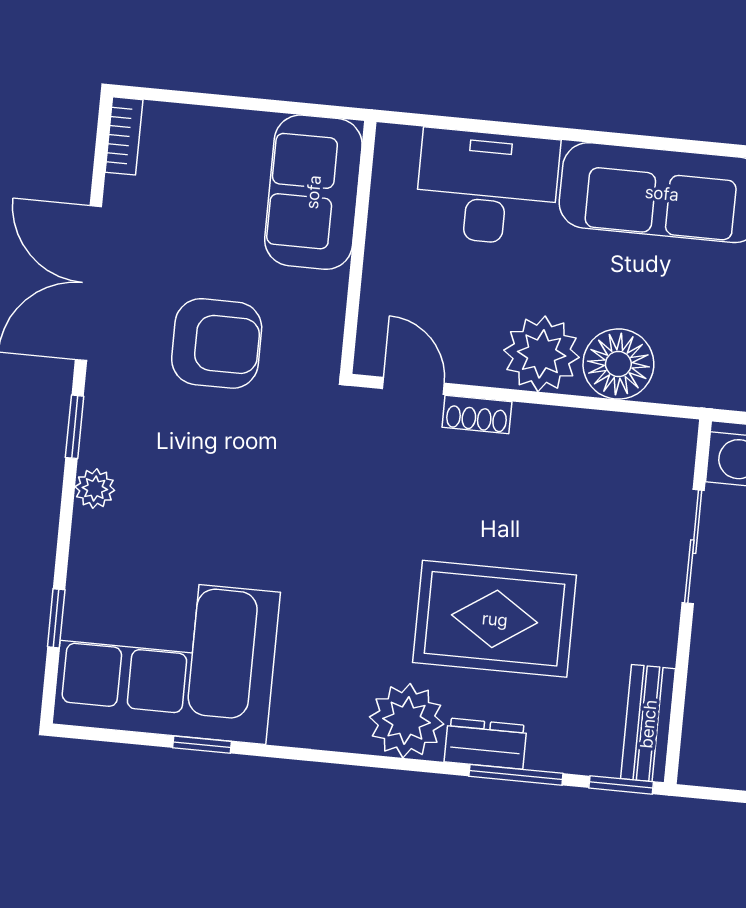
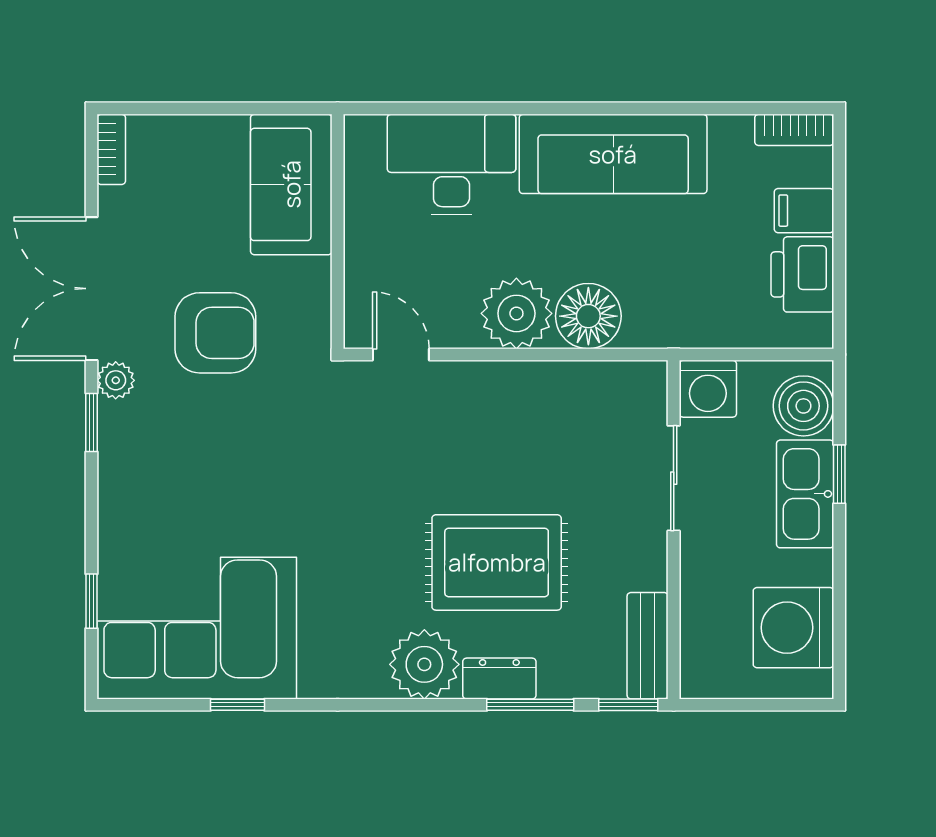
shoe rack: (477, 414) -> (462, 375), removed
plant: (95, 488) -> (116, 380), moved

